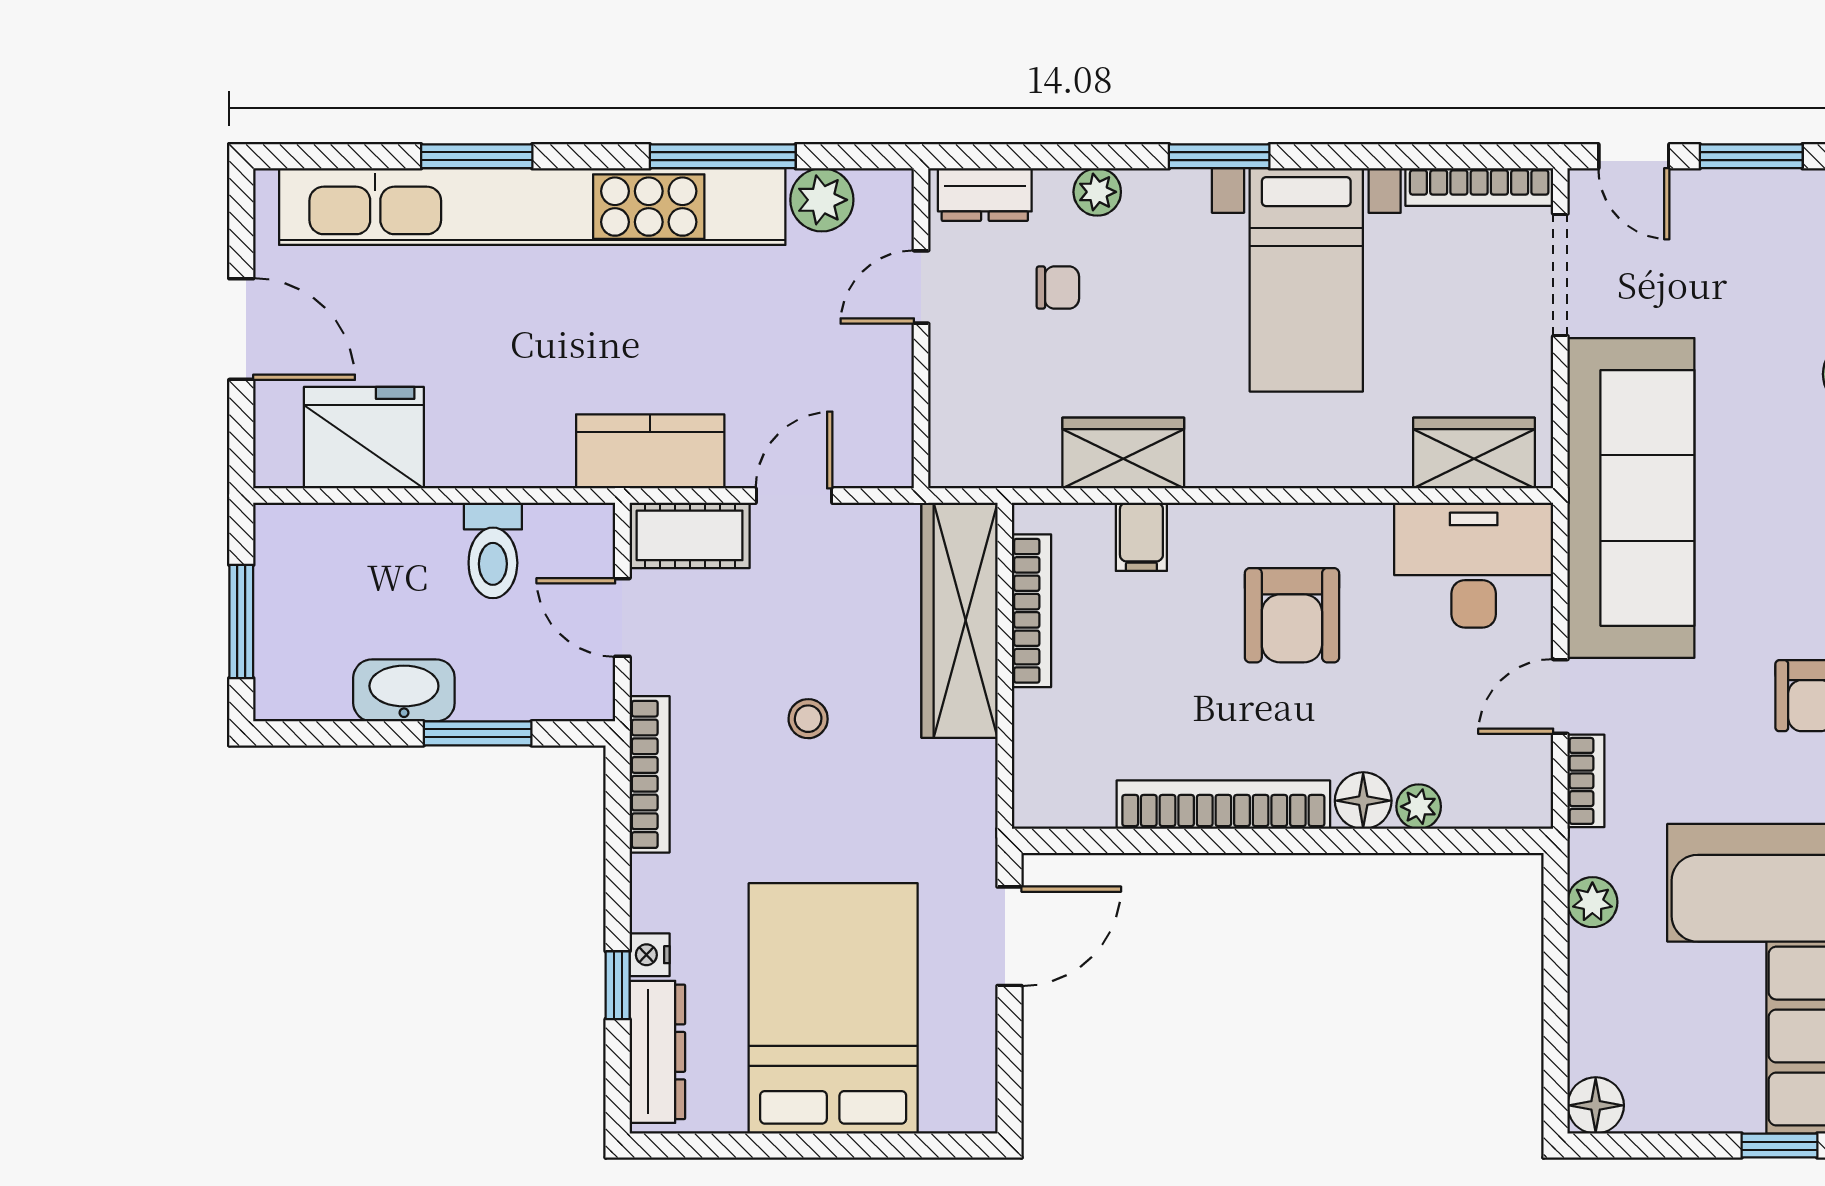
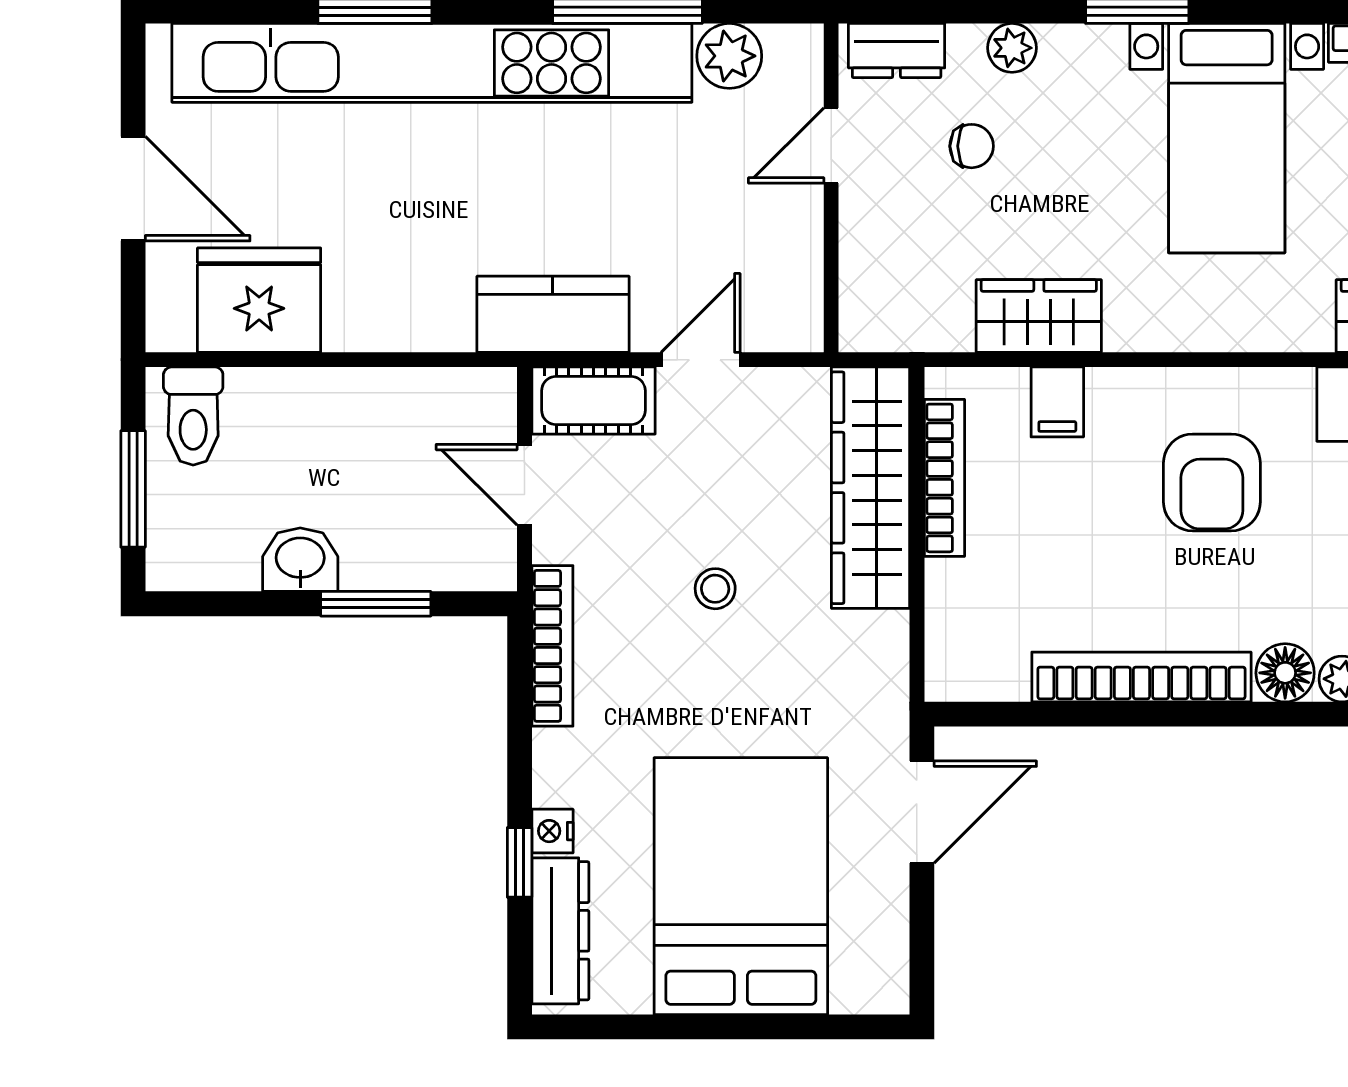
toilet: (493, 550) -> (193, 416), moved
washbasin: (404, 690) -> (300, 560), width x0.72

